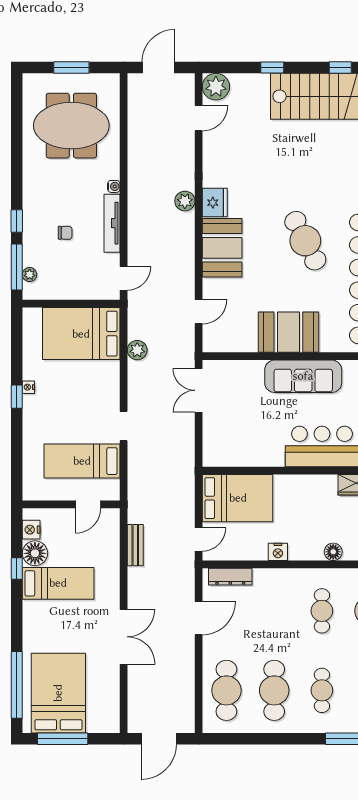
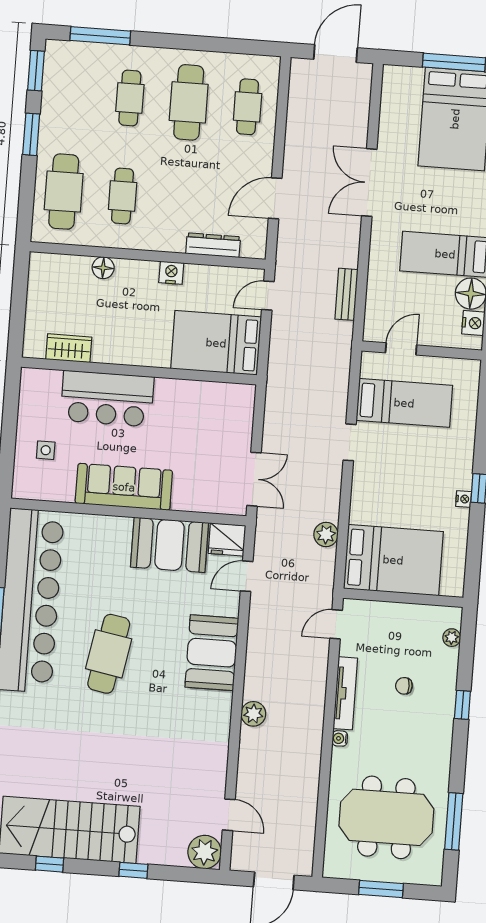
door: (199, 118) -> (229, 815), swing flipped
fridge: (215, 203) -> (227, 539), moved, turned -90
cafe table: (305, 241) -> (109, 654), turned 37
window: (17, 267) -> (454, 821), moved
booth: (288, 332) -> (170, 545), moved
dresser: (230, 577) -> (213, 245), moved
cafe table: (226, 690) -> (248, 107), width x0.73, depth x0.74

